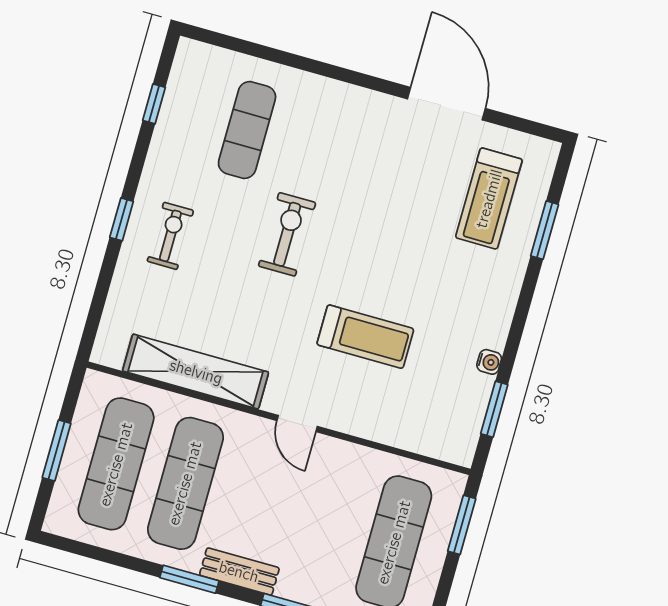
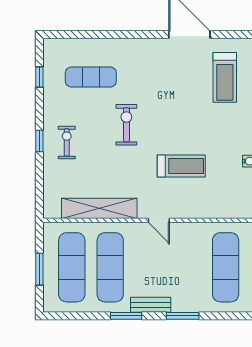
exercise mat: (247, 130) -> (91, 77), turned 90

